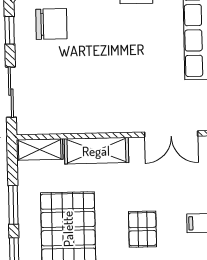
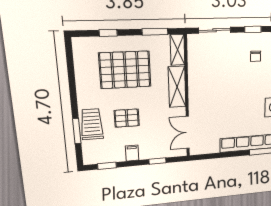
chair: (51, 24) -> (256, 56), width x0.54, depth x0.54
window: (13, 205) -> (155, 32), moved

